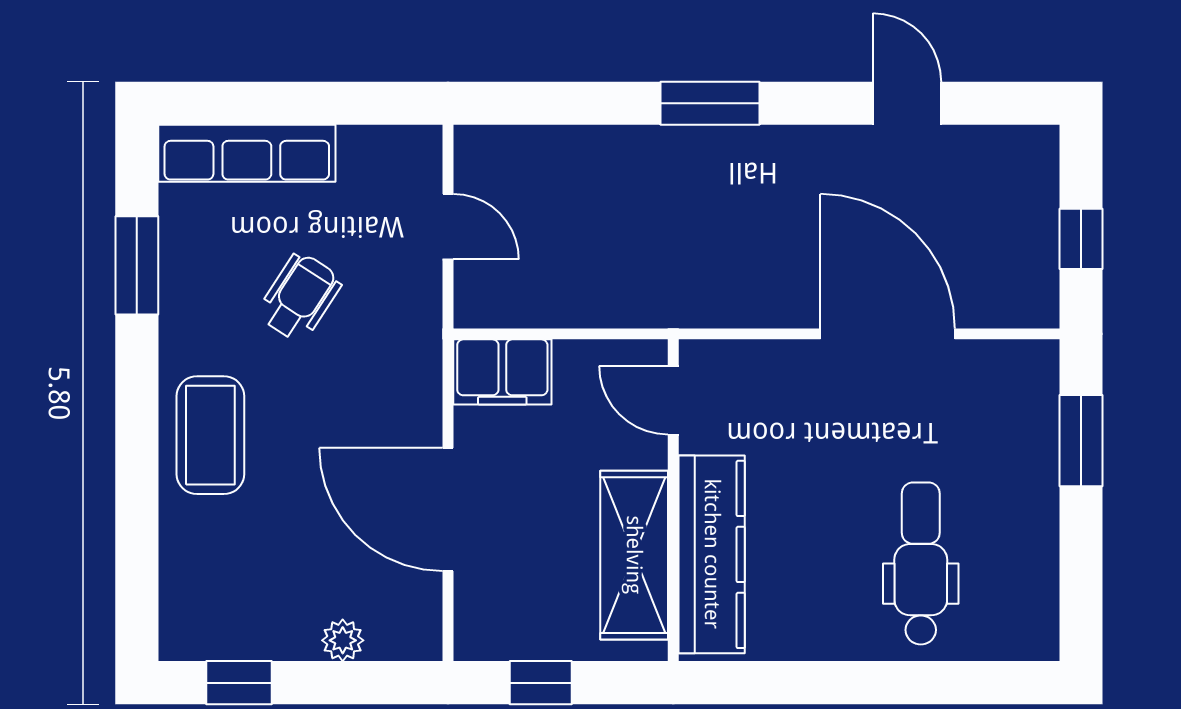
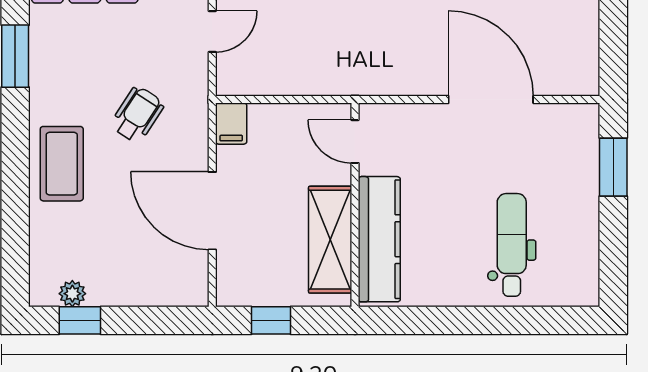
door: (448, 227) -> (212, 32), hinge flipped
window: (1081, 239) -> (613, 39), removed
wheelchair: (300, 297) -> (137, 114), moved
filing cabinet: (502, 372) -> (231, 124), width x0.50
plant: (343, 640) -> (72, 294), moved

